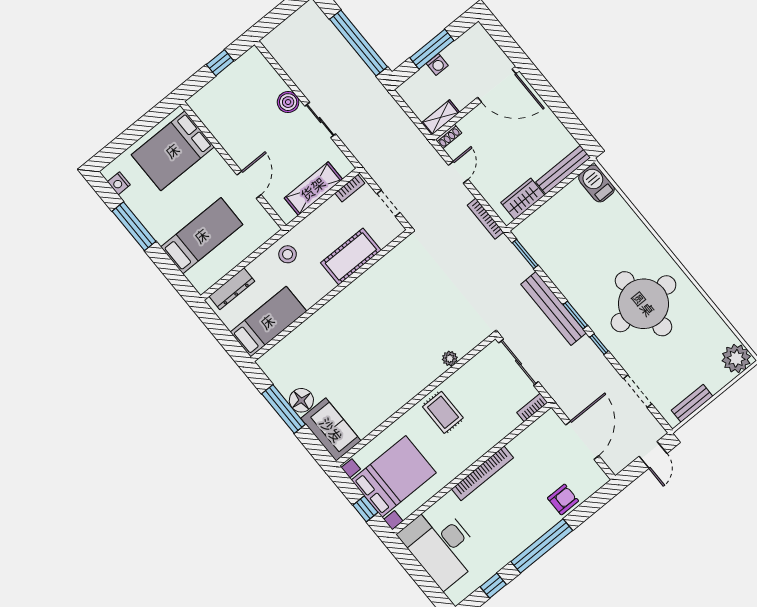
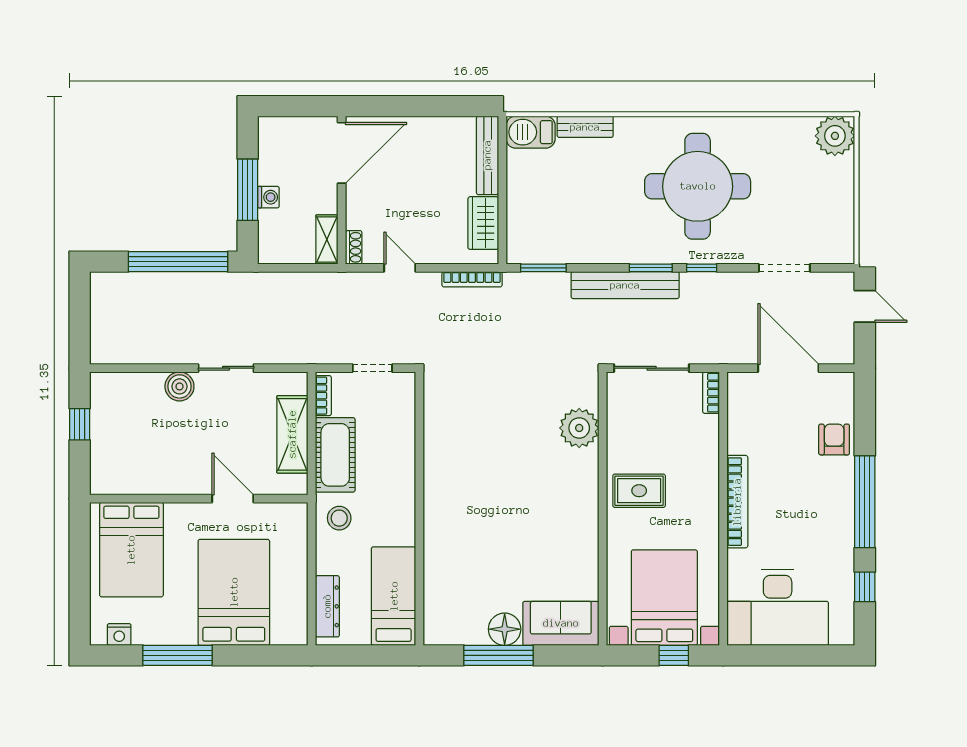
bed: (202, 236) -> (234, 592), width x1.50
cot: (351, 256) -> (335, 455), moved
plant: (450, 358) -> (579, 428), width x1.87, depth x1.87
bench: (692, 403) -> (585, 127), moved, turned 90

